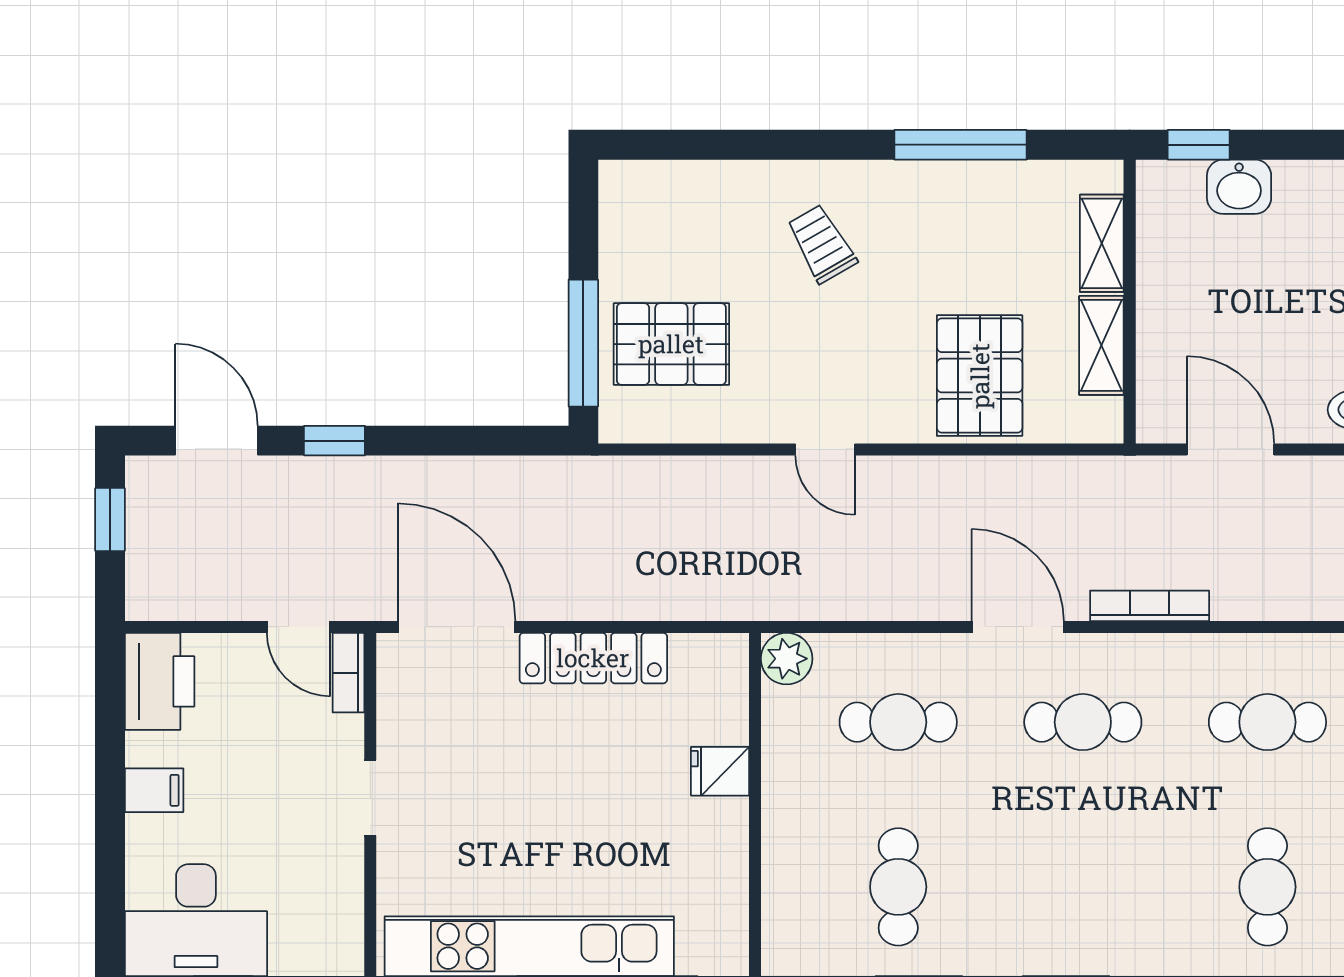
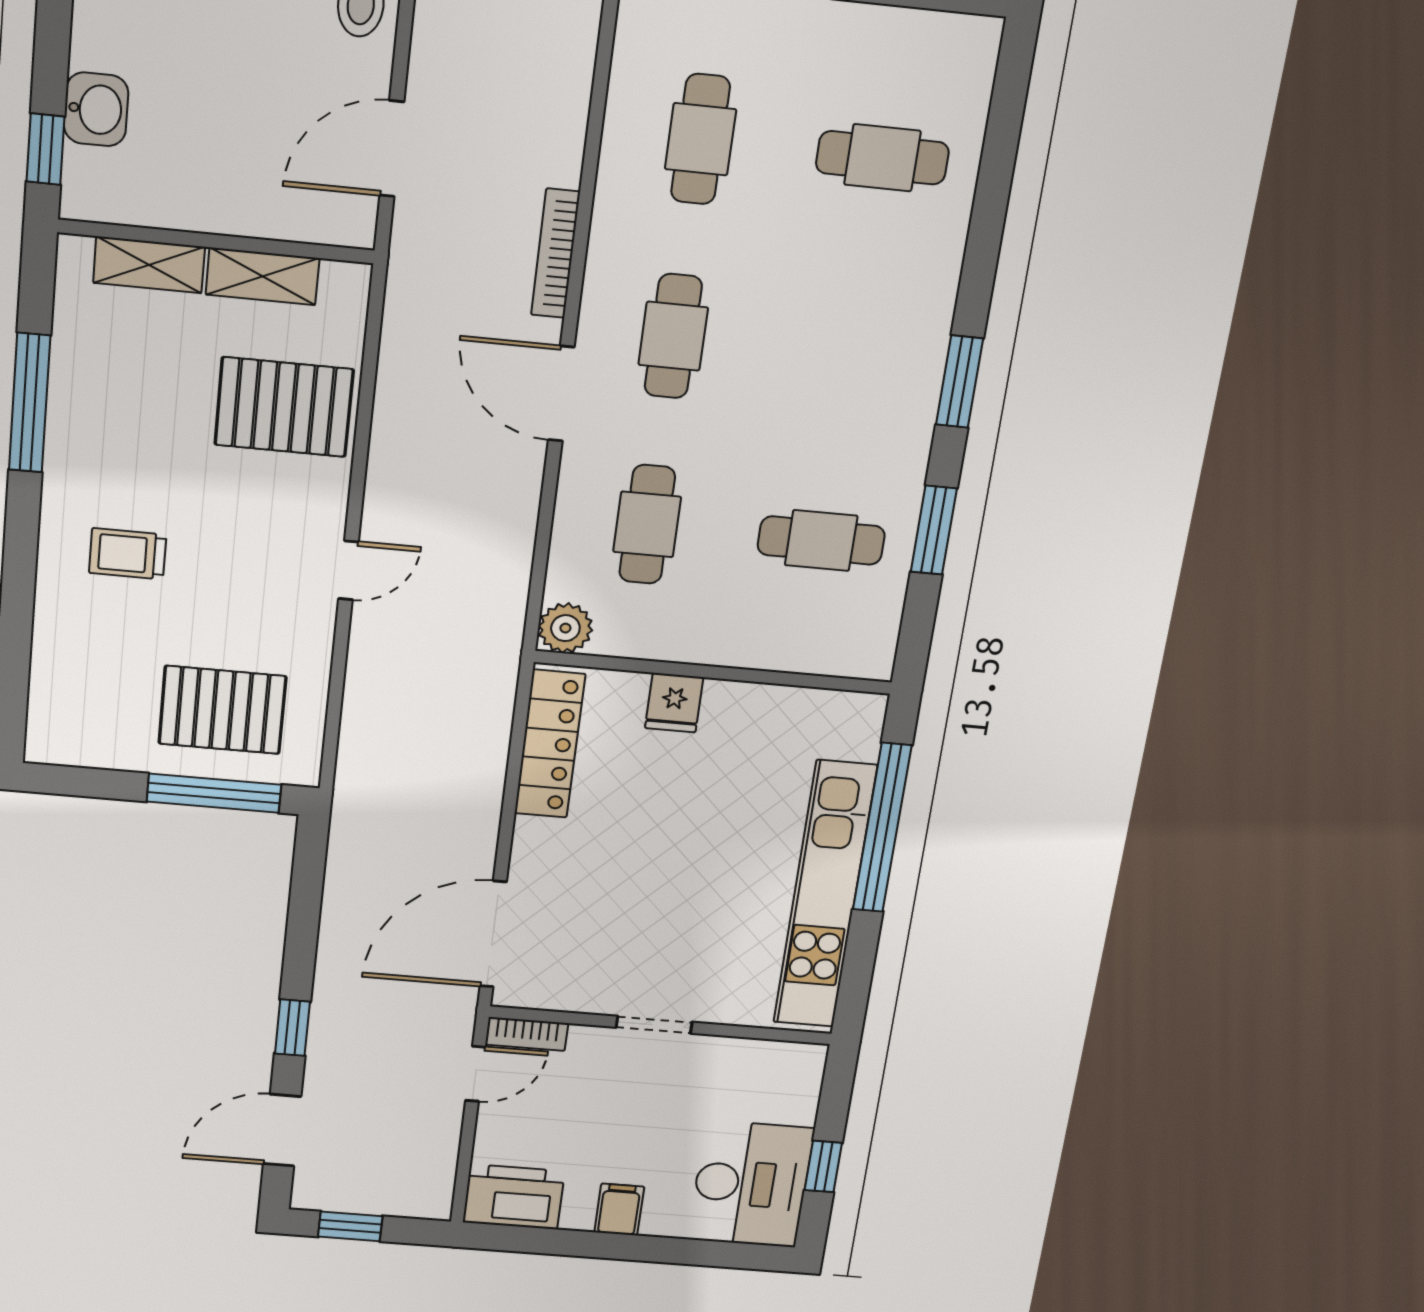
trolley: (822, 244) -> (128, 554), turned 30
pallet: (671, 344) -> (222, 710), turned 90
door: (1018, 627) -> (561, 394), hinge flipped
locker: (593, 658) -> (550, 744), moved

